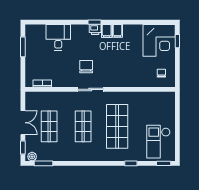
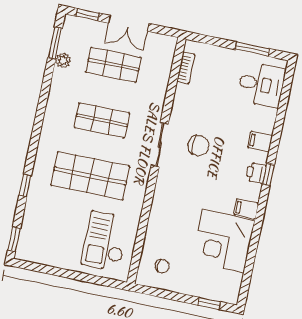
filing cabinet: (107, 31) -> (260, 141), moved
desk: (58, 37) -> (261, 85), moved
corner desk: (159, 40) -> (223, 241), moved
checkout: (158, 142) -> (105, 241), moved, turned -90
plant: (32, 157) -> (63, 61), moved

